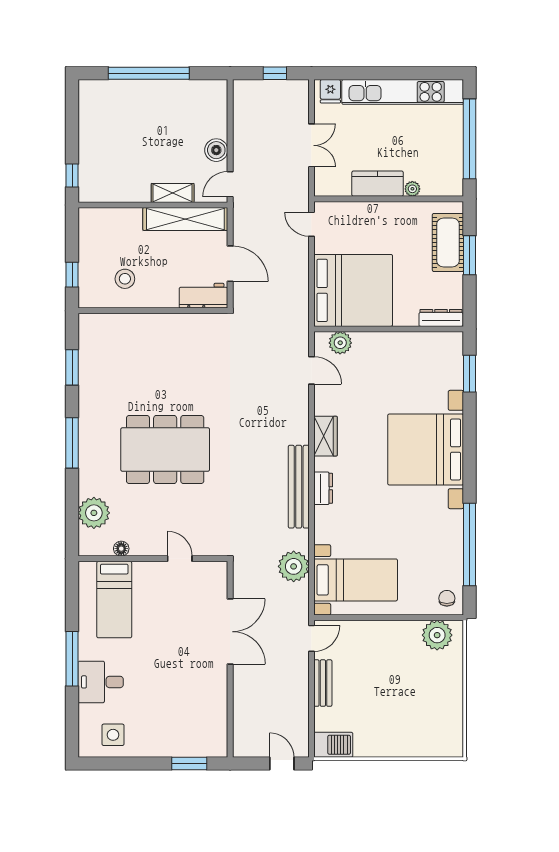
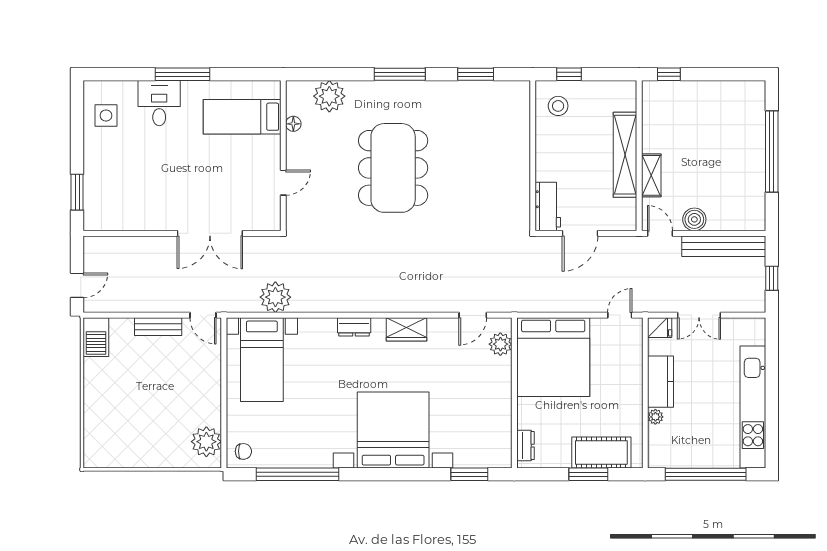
fridge: (330, 91) -> (660, 328), moved, turned 180
shelving: (185, 219) -> (625, 155), moved
stool: (125, 279) -> (558, 106), moved
dresser: (441, 318) -> (525, 446), width x0.70
bench: (299, 487) -> (724, 246), moved

